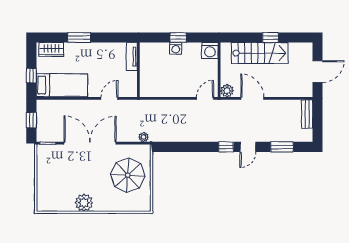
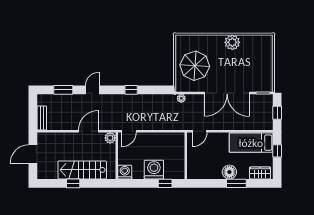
window: (178, 37) -> (165, 183), moved
washing machine: (176, 48) -> (154, 170), width x1.89, depth x1.89
floor lamp: (87, 51) -> (229, 172), added
tv unit: (132, 57) -> (191, 167), removed
door: (109, 98) -> (200, 131), moved
door: (252, 98) -> (88, 131), swing flipped
window: (226, 147) -> (131, 90), moved

